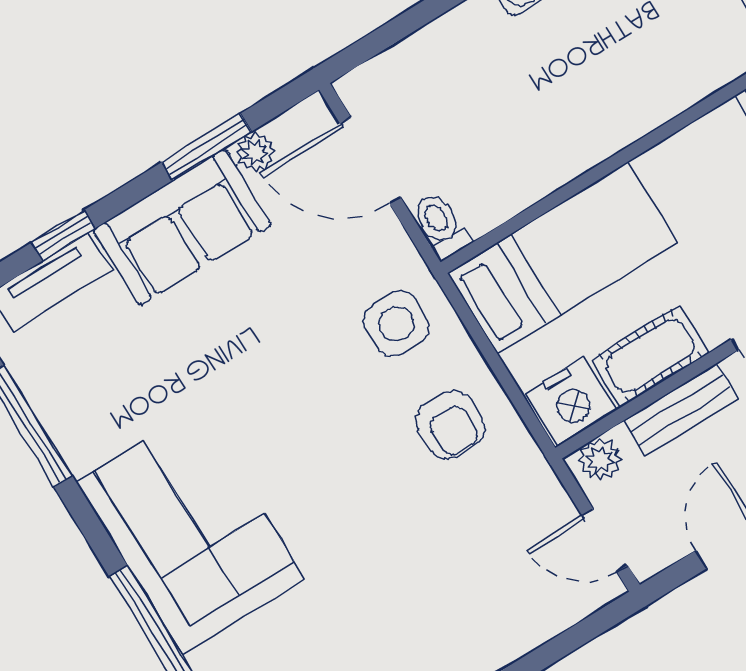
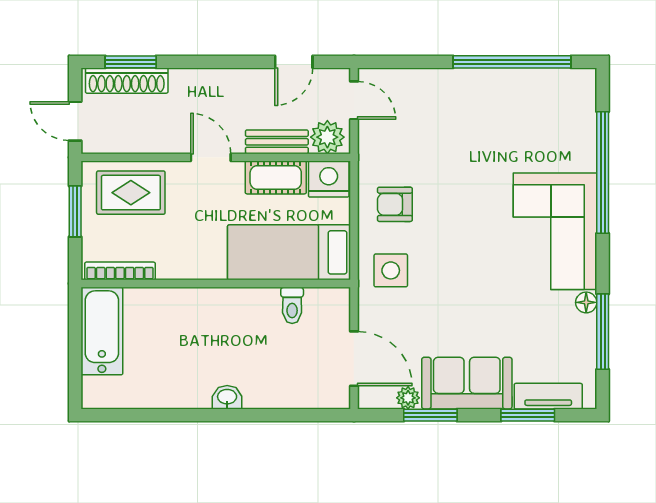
toilet: (441, 225) -> (292, 305), moved
window: (63, 235) -> (528, 415), width x1.50
armchair: (450, 425) -> (395, 204), turned -90
floor lamp: (80, 454) -> (586, 302), added
plant: (600, 460) -> (327, 137), width x1.38, depth x1.38

